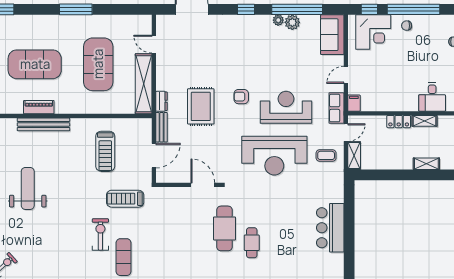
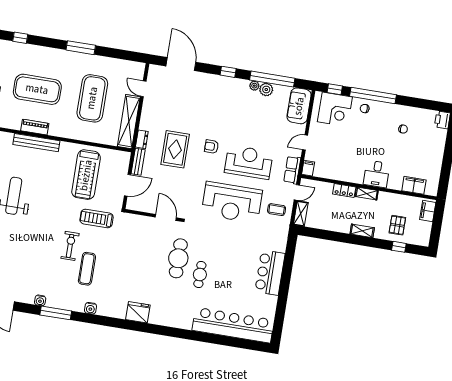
treadmill: (105, 151) -> (86, 175), width x1.37, depth x1.38

